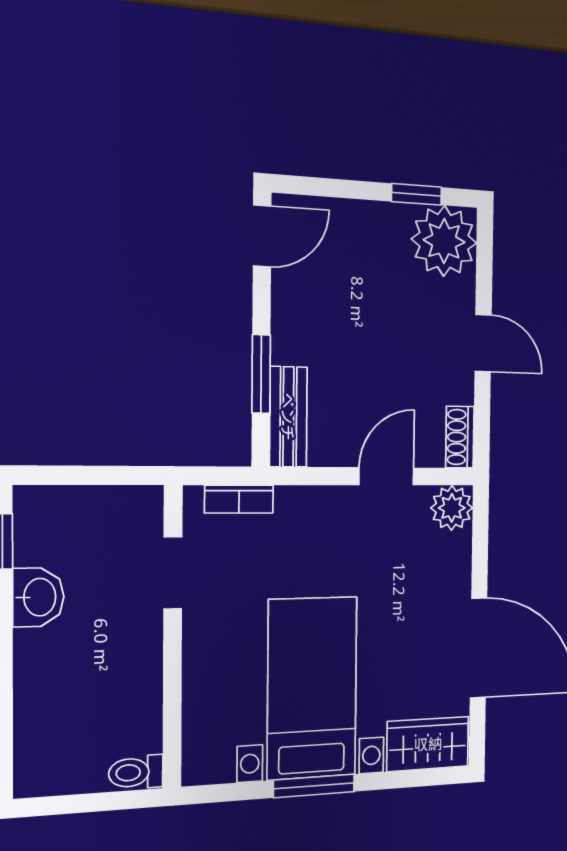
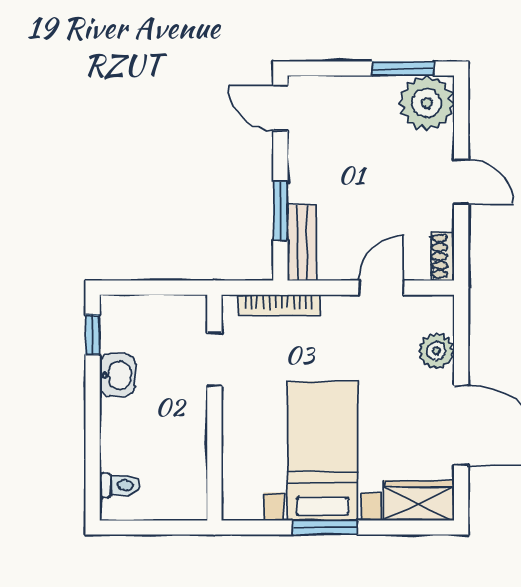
window: (417, 194) -> (403, 69), width x1.50
door: (262, 236) -> (280, 108), swing flipped
bookcase: (239, 499) -> (279, 305), width x1.56
plant: (452, 508) -> (436, 351), moved
toilet: (136, 772) -> (120, 485), moved, turned 180

